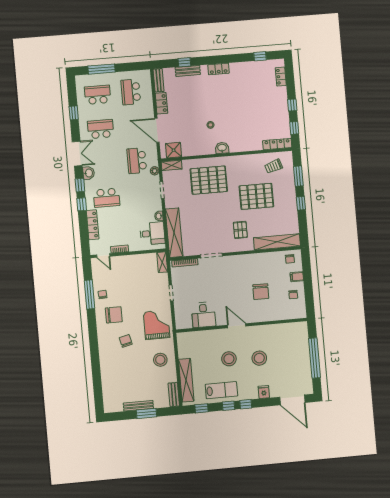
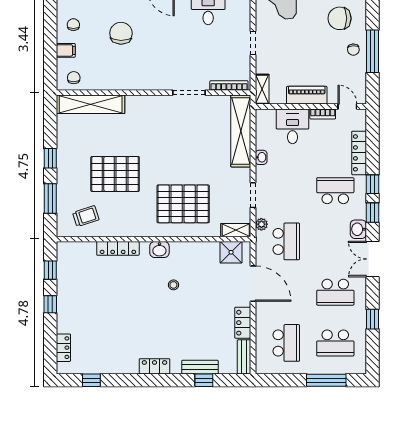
locker: (277, 144) -> (118, 248), moved
pallet: (240, 230) -> (143, 127), removed
desk: (152, 233) -> (293, 126), moved, turned 90
piano: (132, 261) -> (307, 95), added

